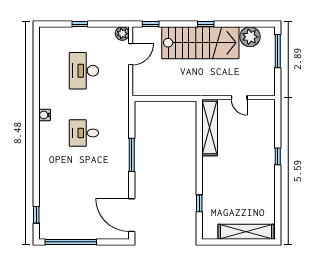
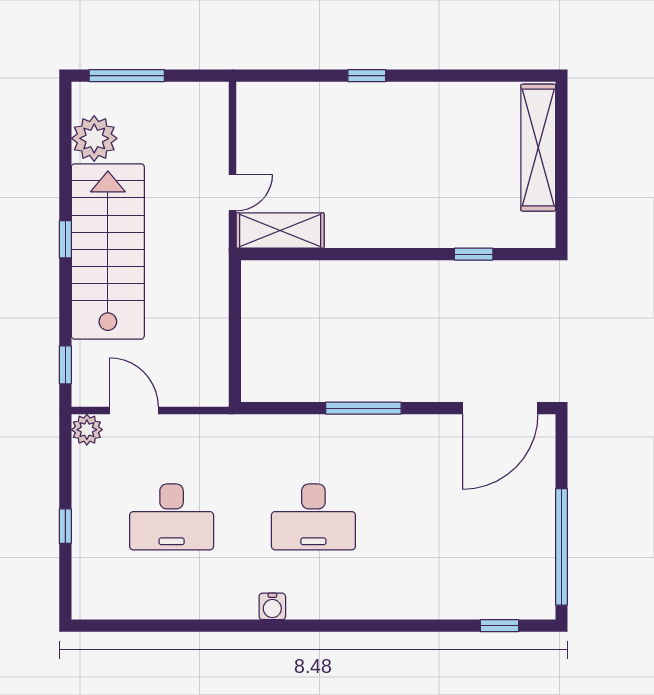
door: (239, 97) -> (233, 193), moved
shelving: (210, 127) -> (280, 230), width x0.68
desk: (84, 133) -> (313, 517), width x1.37

